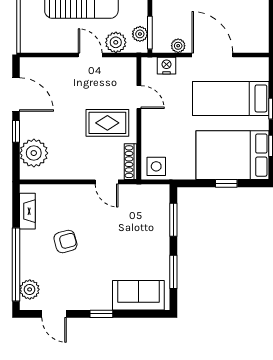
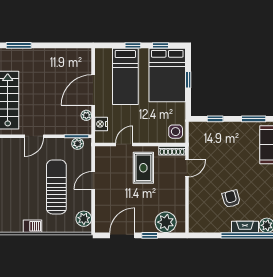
plant: (116, 42) -> (84, 219), moved
fireplace: (27, 211) -> (245, 227), moved
window: (173, 220) -> (215, 119), width x0.67

